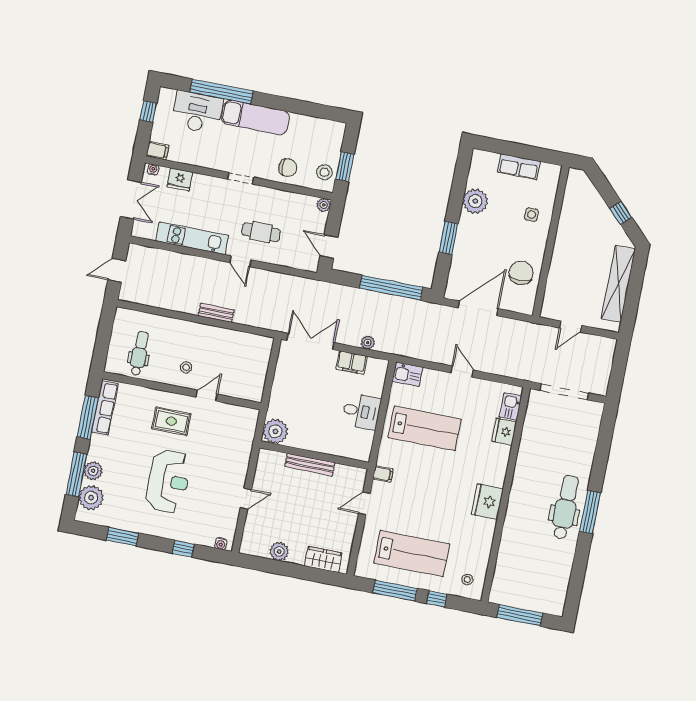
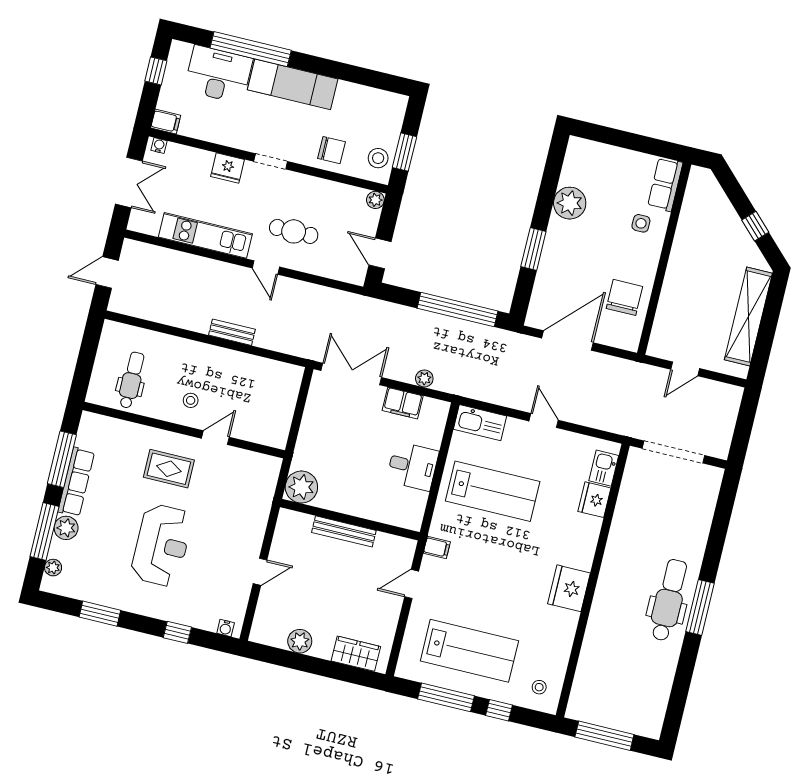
row of seats: (519, 167) -> (665, 184), moved, turned 90
fridge: (180, 179) -> (228, 168), moved
kitchen sink: (407, 374) -> (480, 423), width x1.38
row of seats: (105, 408) -> (76, 482), moved
plant: (91, 498) -> (53, 568), width x0.53, depth x0.53

